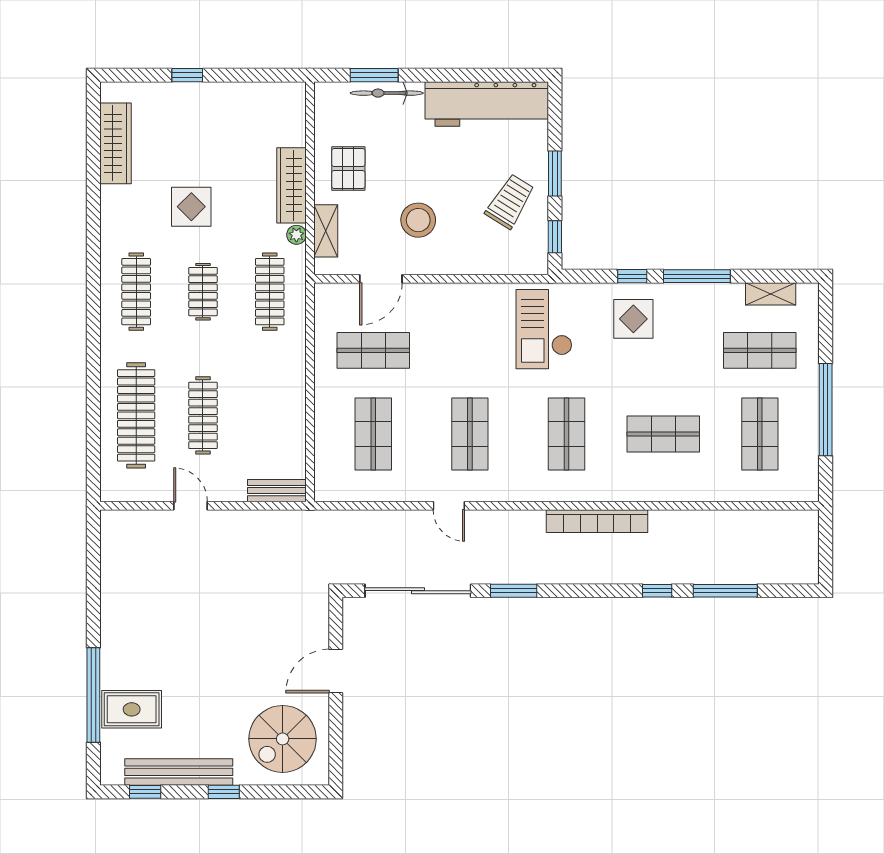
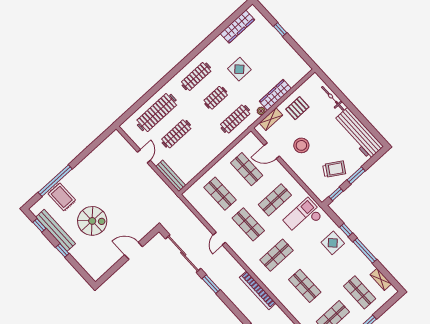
window: (374, 75) -> (335, 89), removed
shop shelf: (470, 350) -> (275, 200), added
shop shelf: (373, 434) -> (220, 194), turned 90
shop shelf: (470, 434) -> (248, 224), turned 90
bench: (277, 491) -> (171, 176), width x1.36
spiral stairs: (283, 739) -> (92, 221), moved, turned 180

